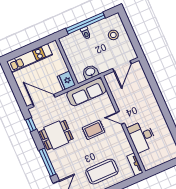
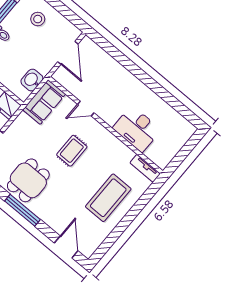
sofa: (86, 92) -> (44, 102), width x0.73
door: (120, 118) -> (86, 109), moved
window: (47, 162) -> (22, 210), moved

